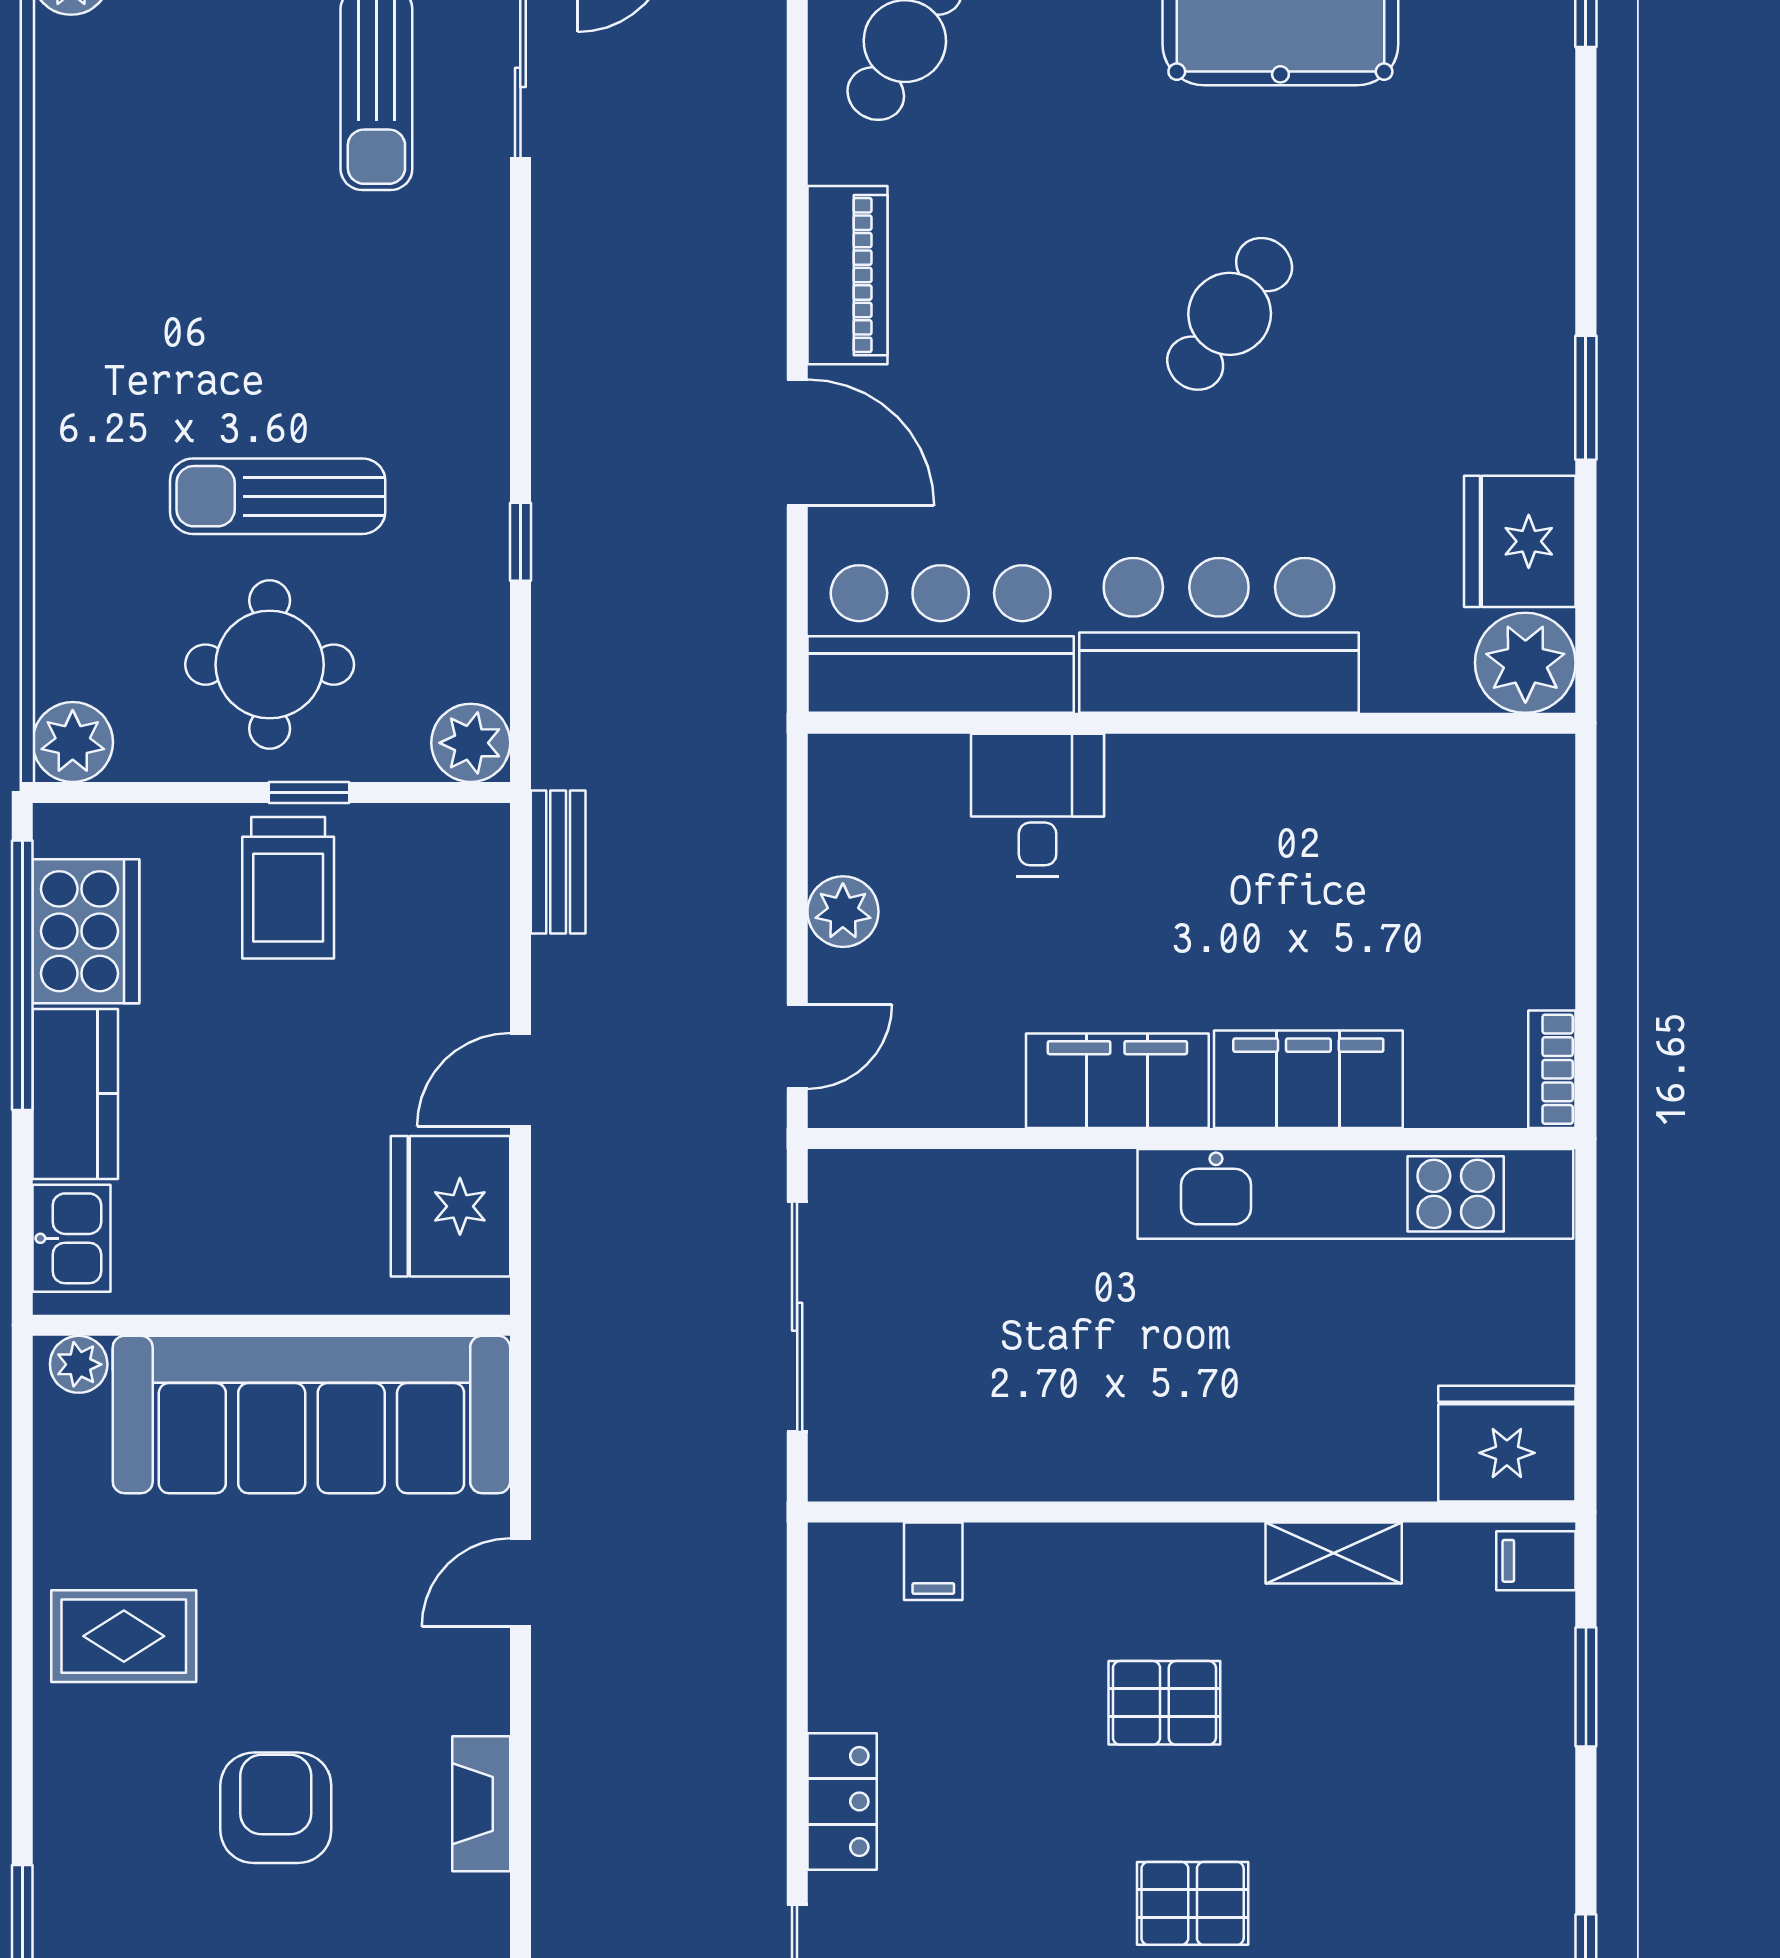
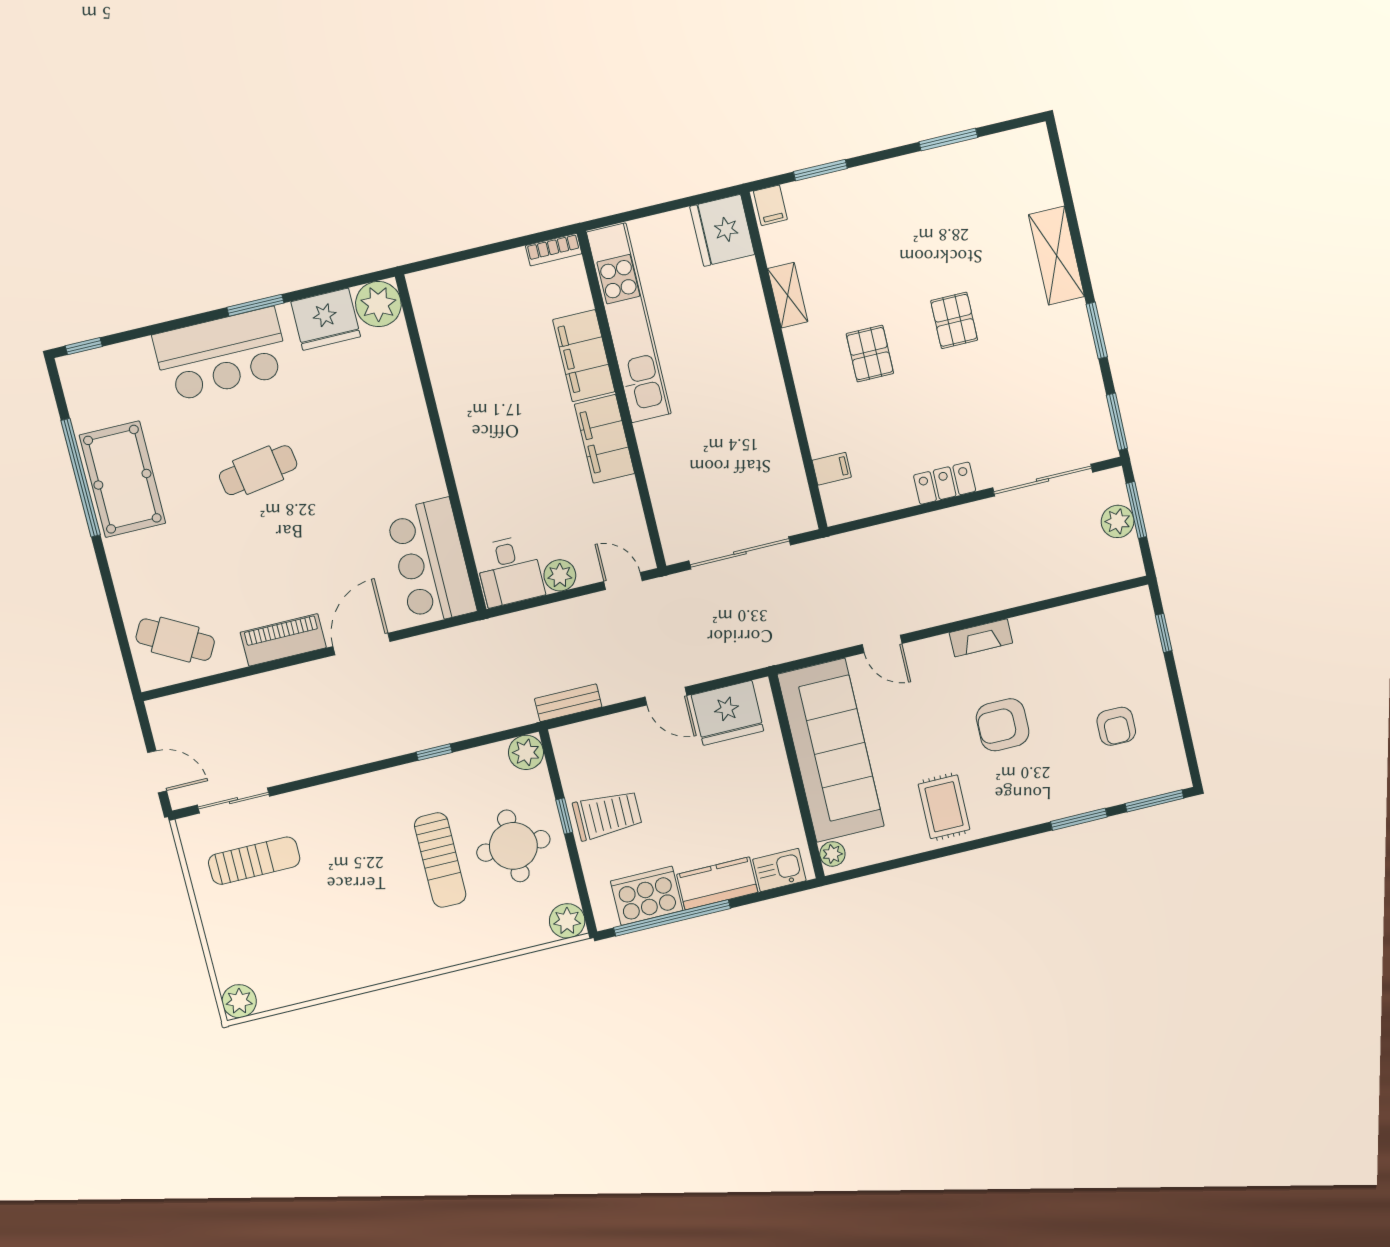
cafe table: (1230, 314) -> (258, 470), turned -44
bar counter: (1219, 635) -> (221, 354), moved, turned -90
desk: (1038, 805) -> (510, 571), moved, turned -90

